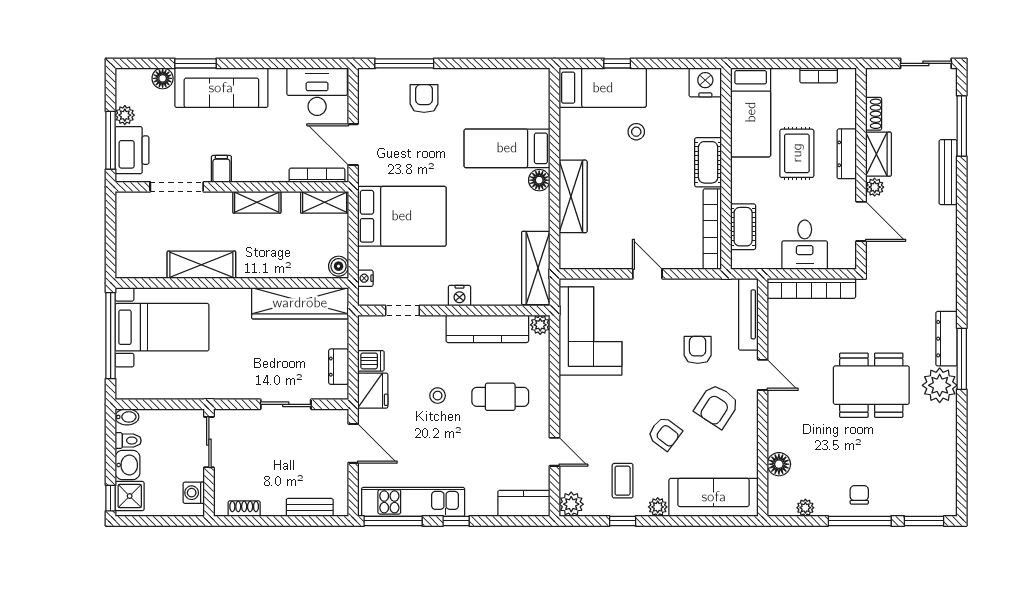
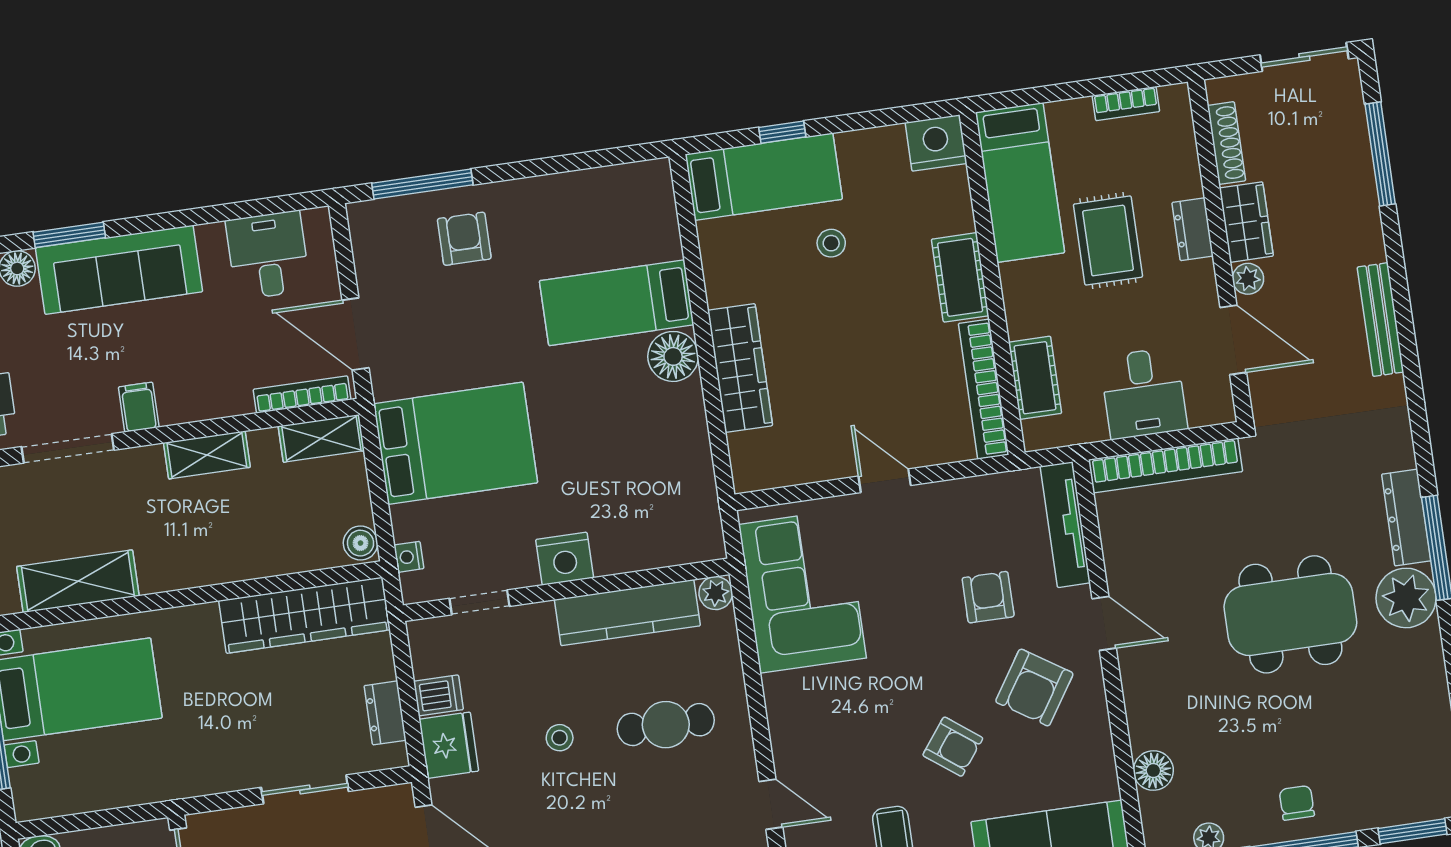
desk: (317, 92) -> (268, 255), width x0.73
shoe rack: (874, 114) -> (1226, 143), width x1.43
dresser: (847, 154) -> (1193, 229), width x0.70
bench: (948, 172) -> (1380, 320), moved
floor lamp: (539, 180) -> (673, 356), width x1.38, depth x1.38
shelving: (201, 265) -> (78, 581), moved
wardrobe: (536, 268) -> (694, 498), removed
nightstand: (459, 296) -> (565, 559), width x1.36, depth x1.33

